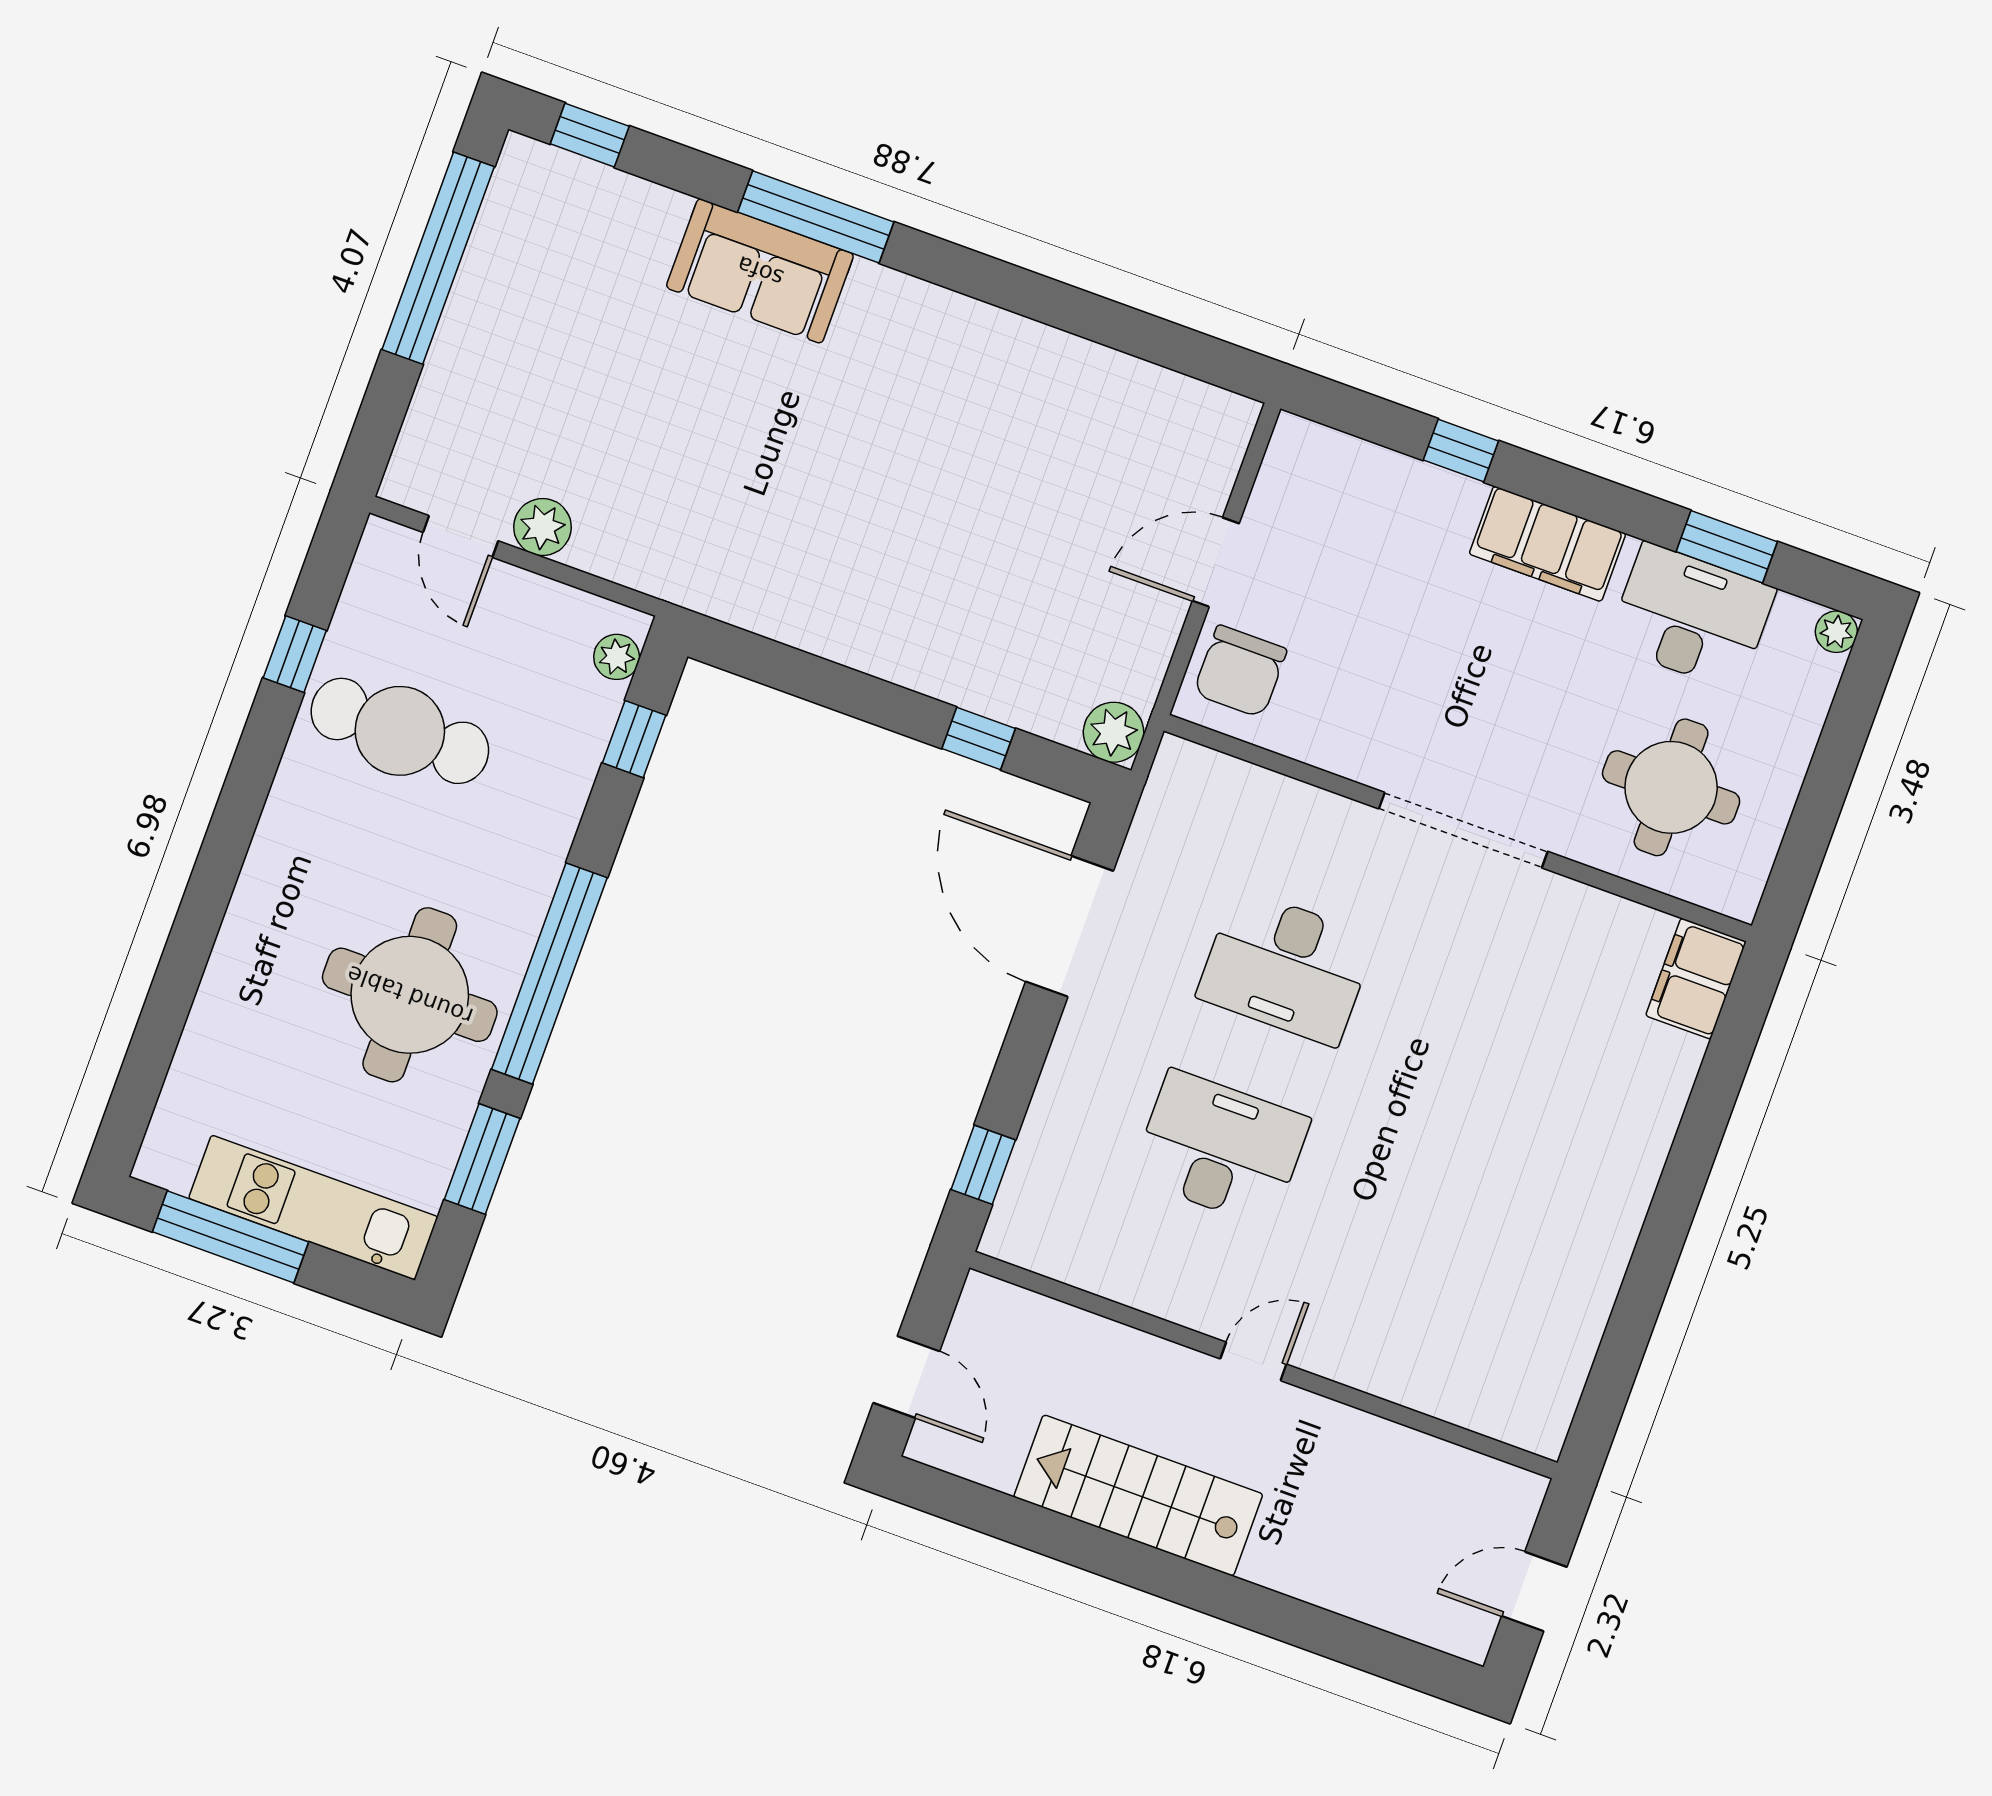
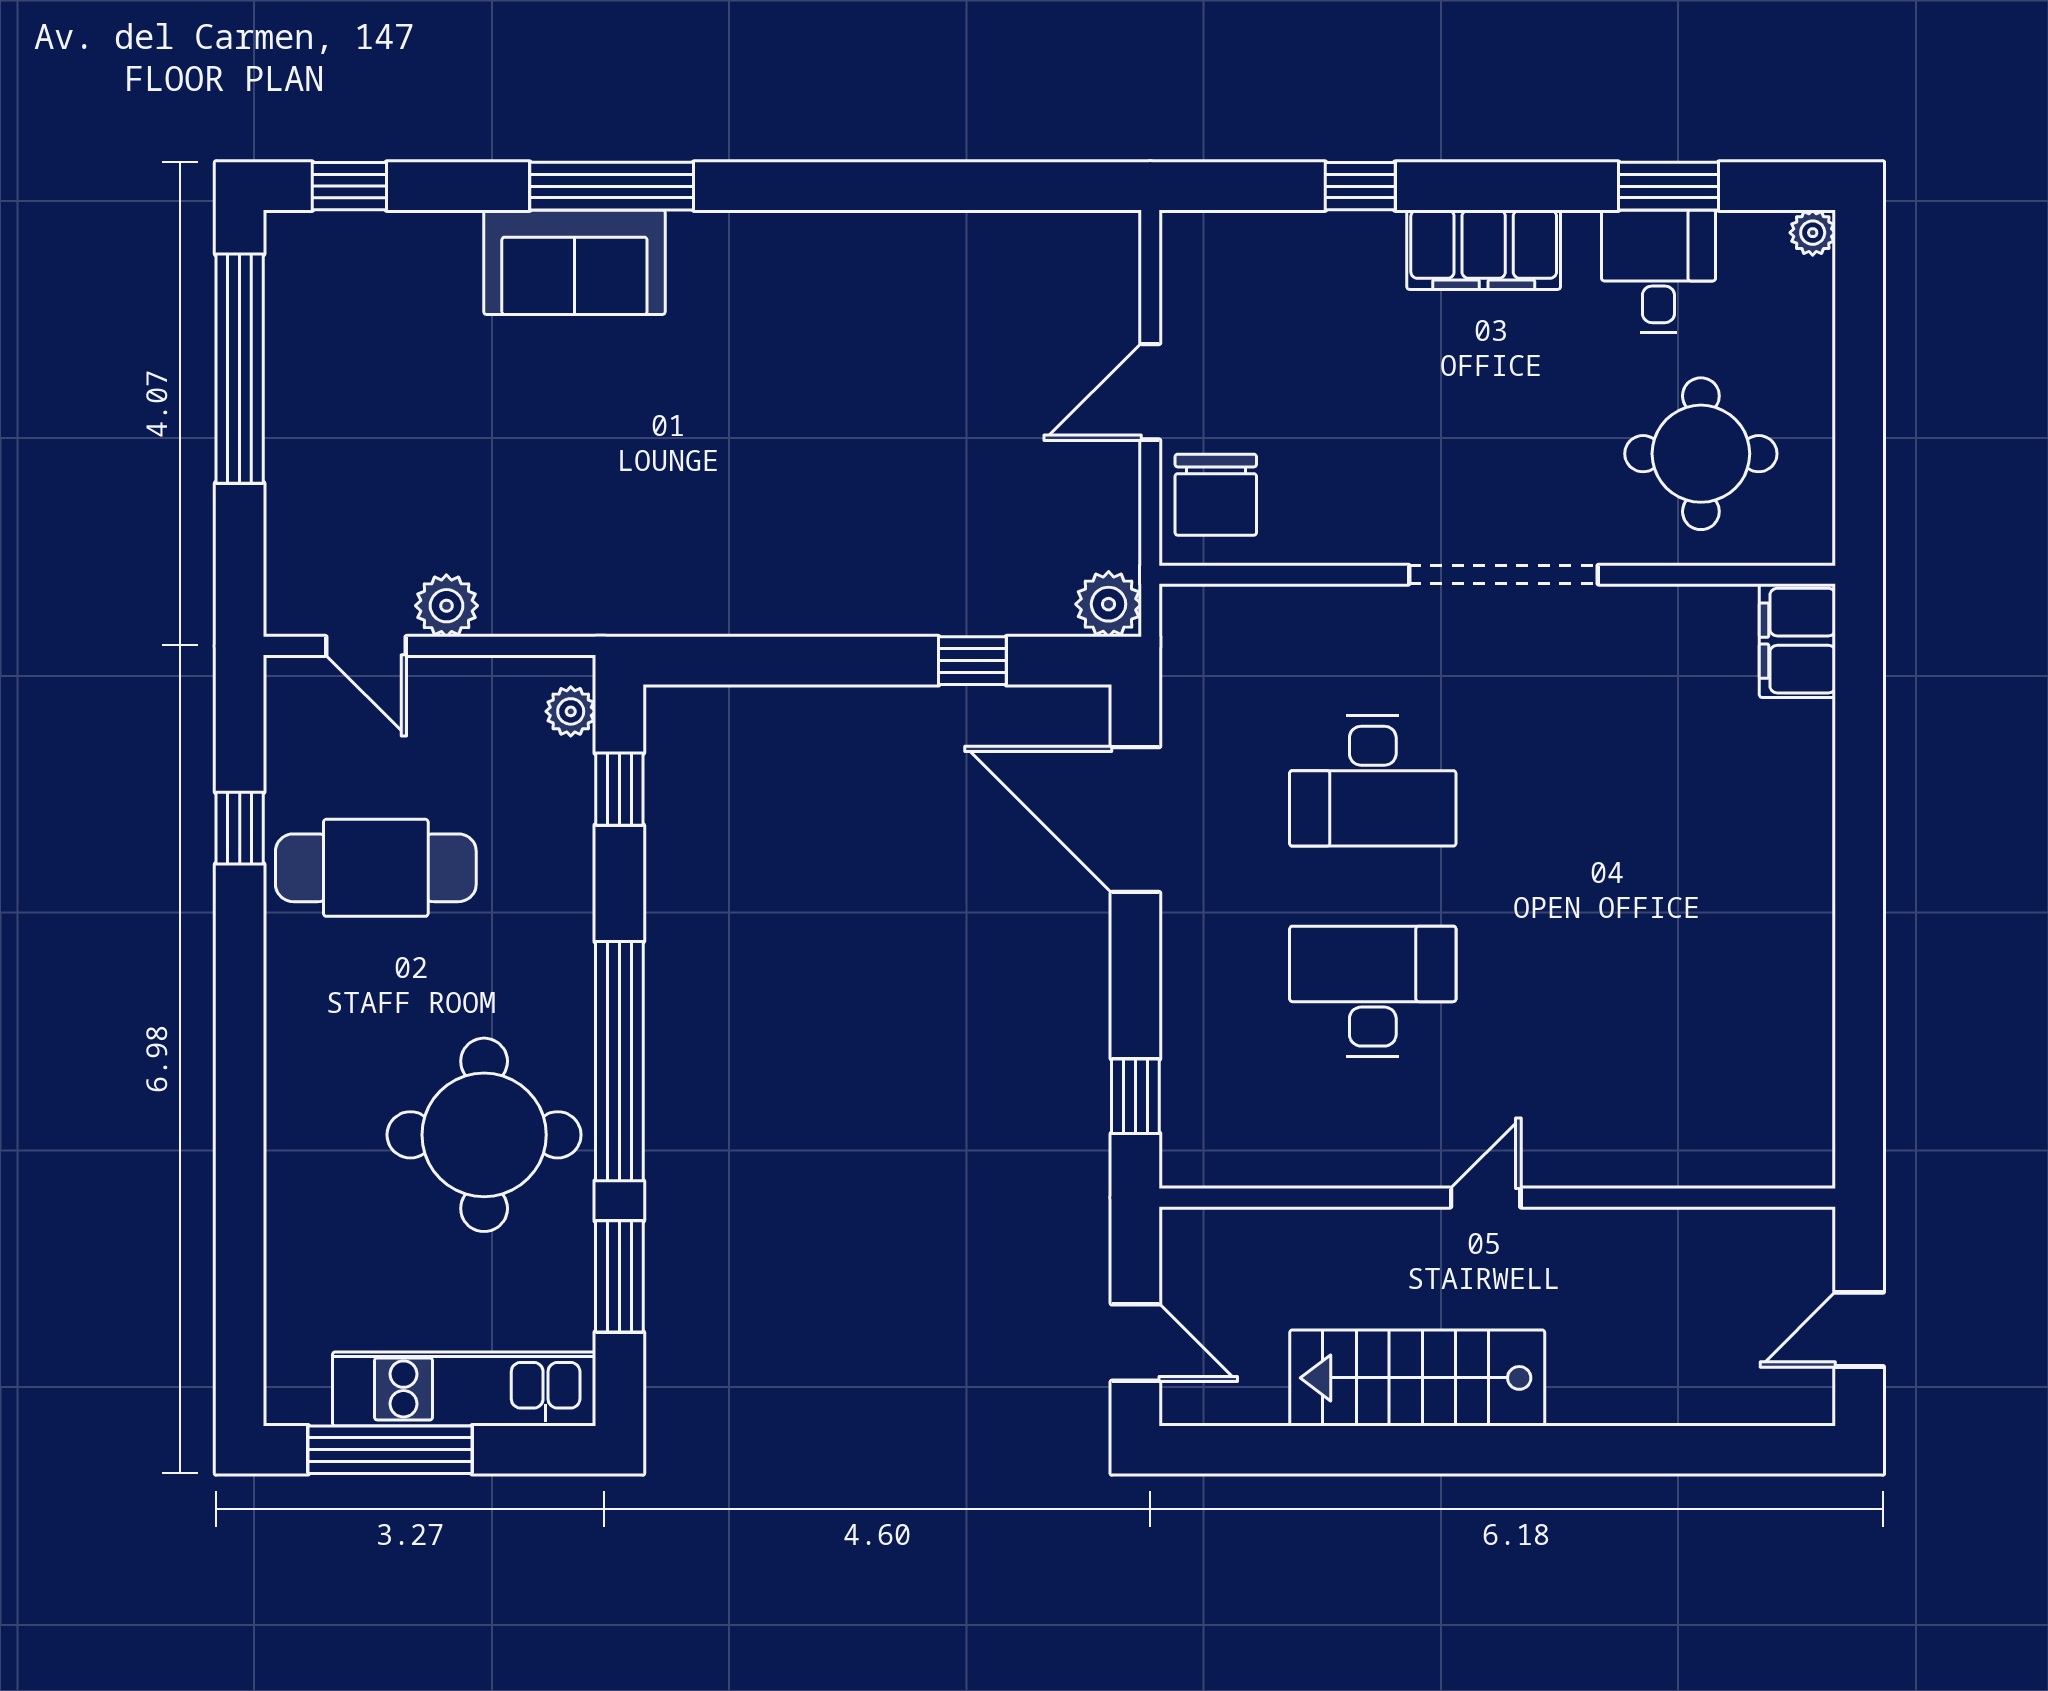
desk: (1691, 617) -> (1658, 271), width x0.73

